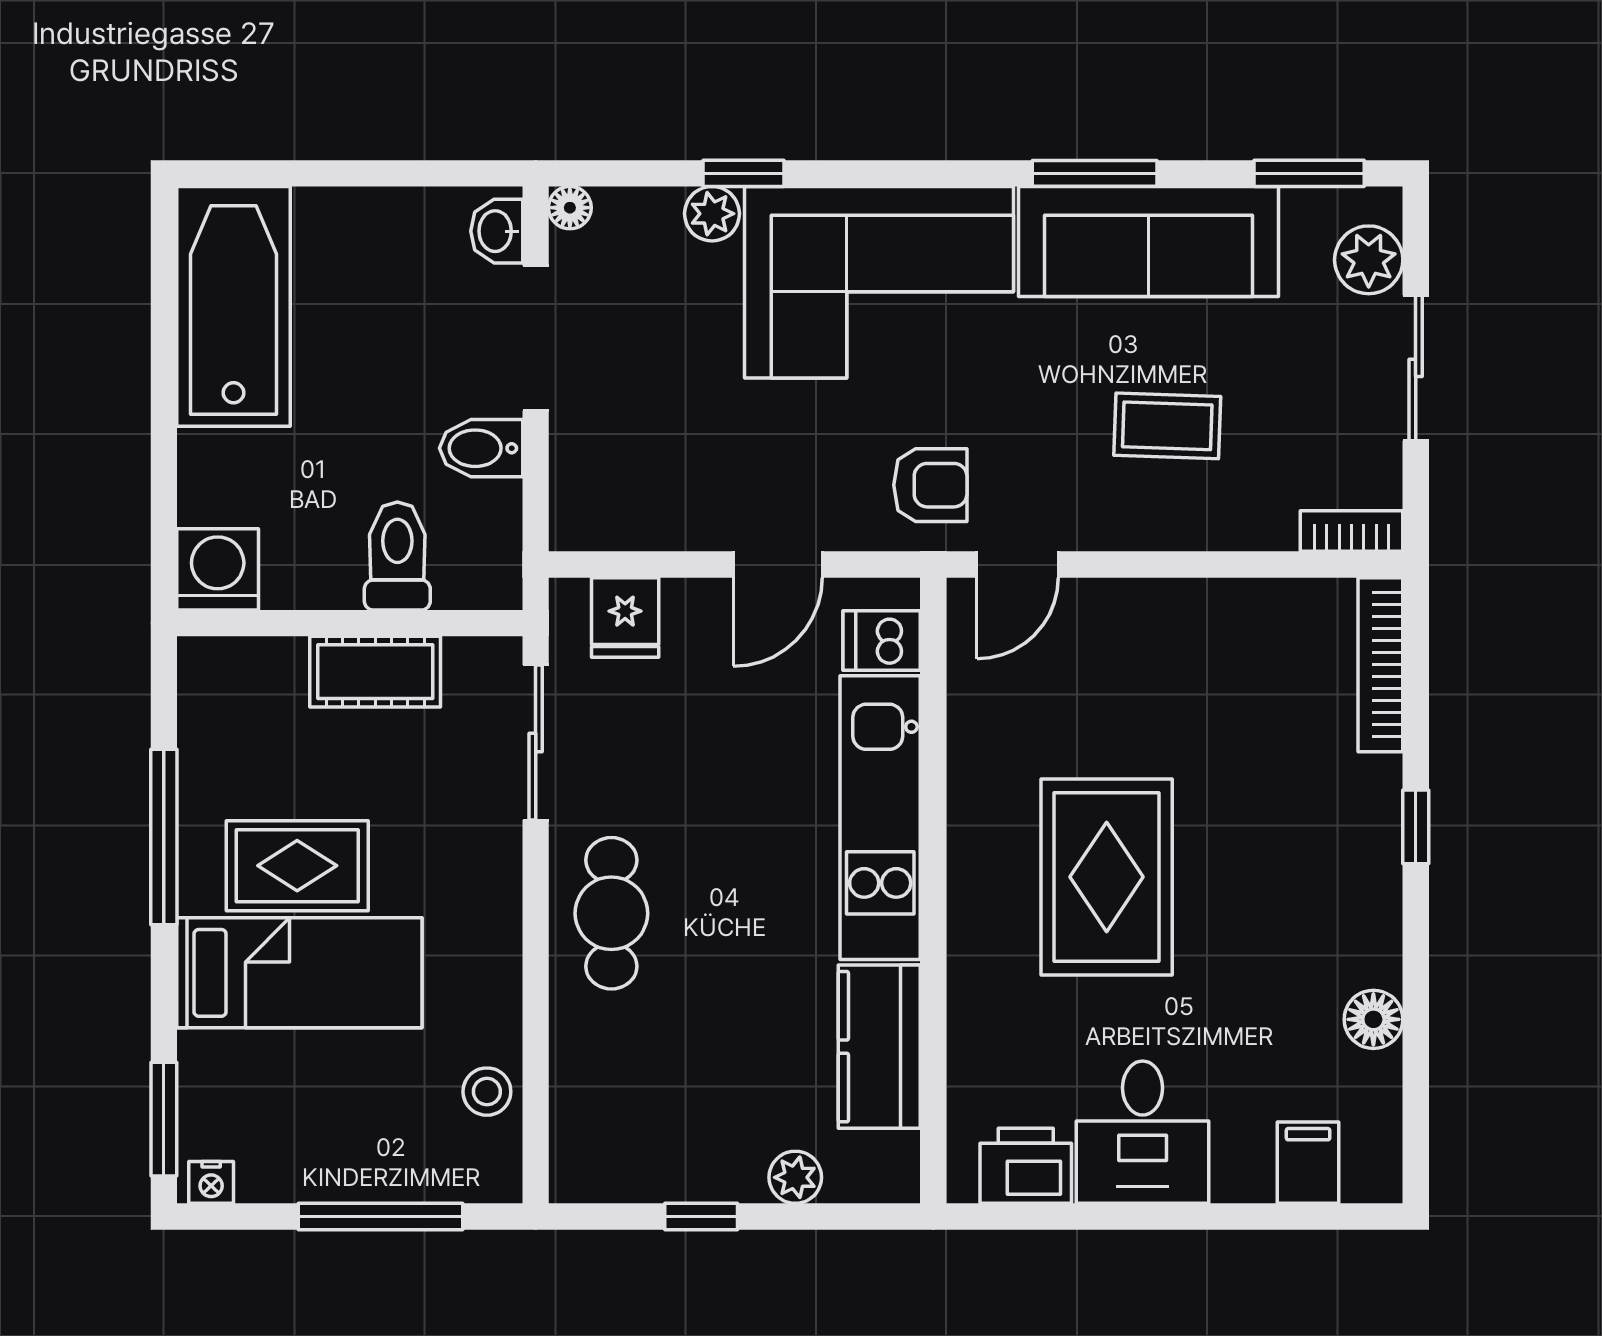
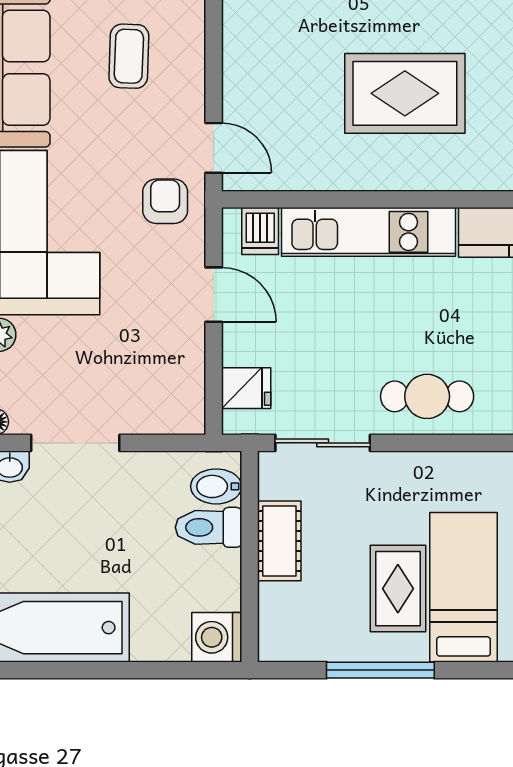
bidet: (481, 448) -> (216, 486), moved, turned 90

